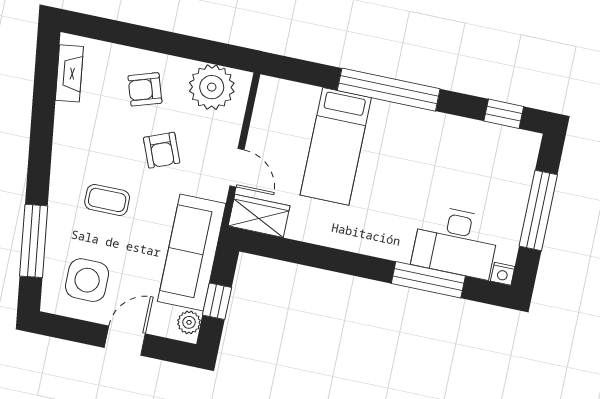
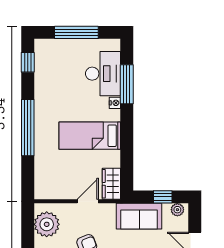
bed: (336, 146) -> (90, 136), moved, turned 180
sofa: (192, 252) -> (139, 216), width x0.73
nightstand: (503, 274) -> (115, 103), moved

